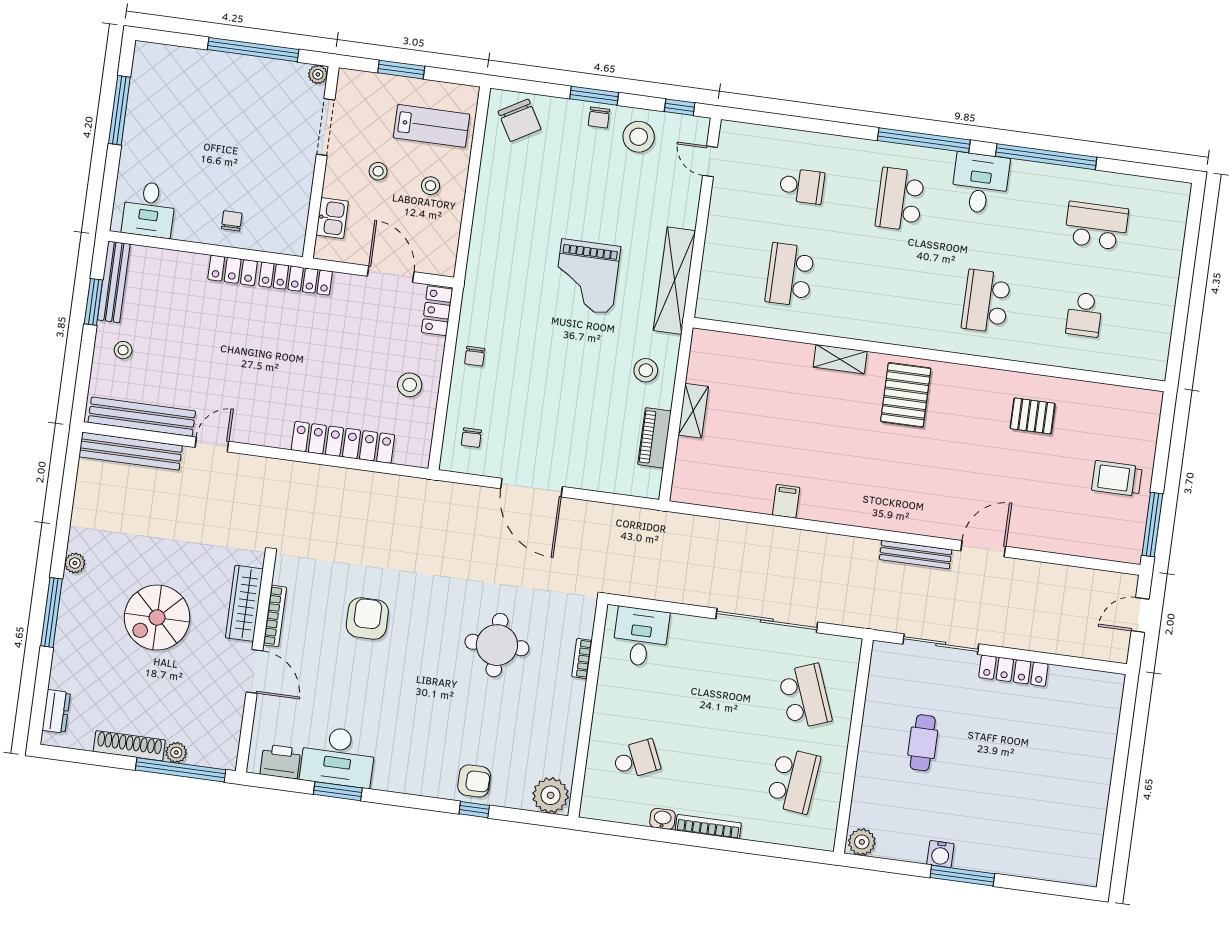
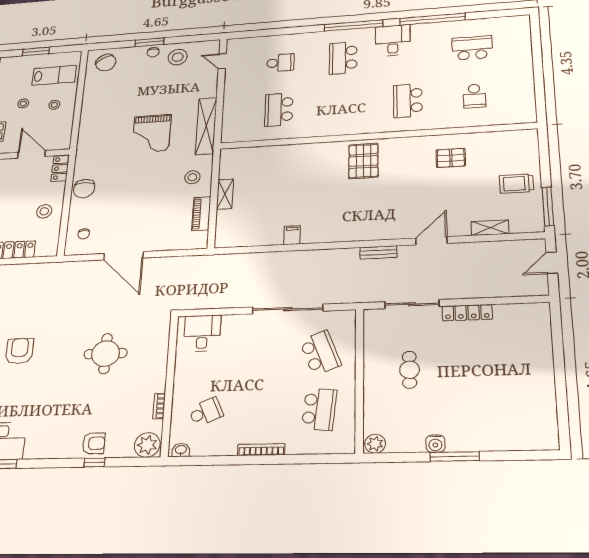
window: (680, 107) -> (201, 38), removed
chair: (475, 356) -> (84, 189), width x1.87, depth x1.87
shelving: (840, 359) -> (490, 228), moved
bench: (916, 555) -> (378, 252), width x0.73
bookcase: (582, 659) -> (159, 406), moved
washbasin: (663, 819) -> (181, 450), moved

